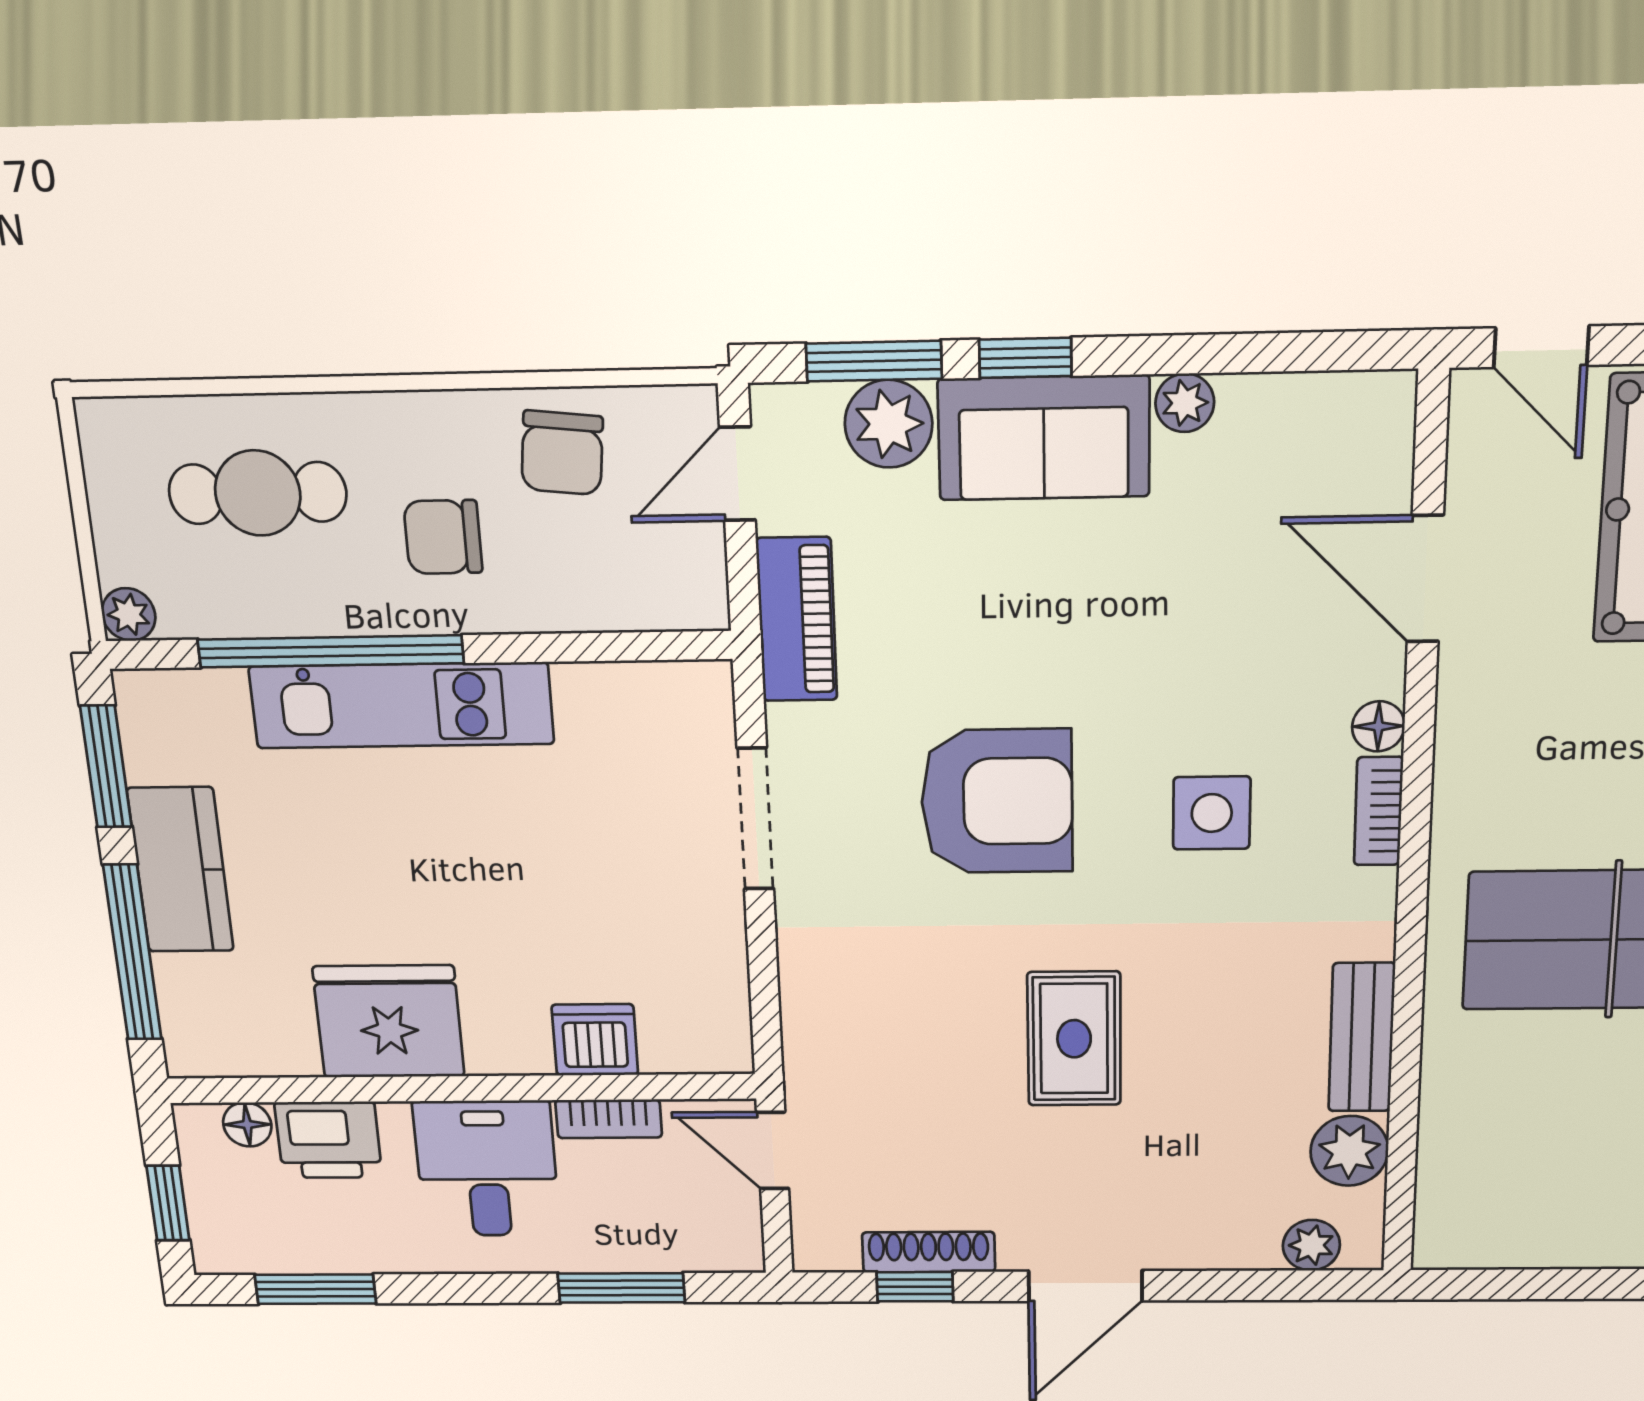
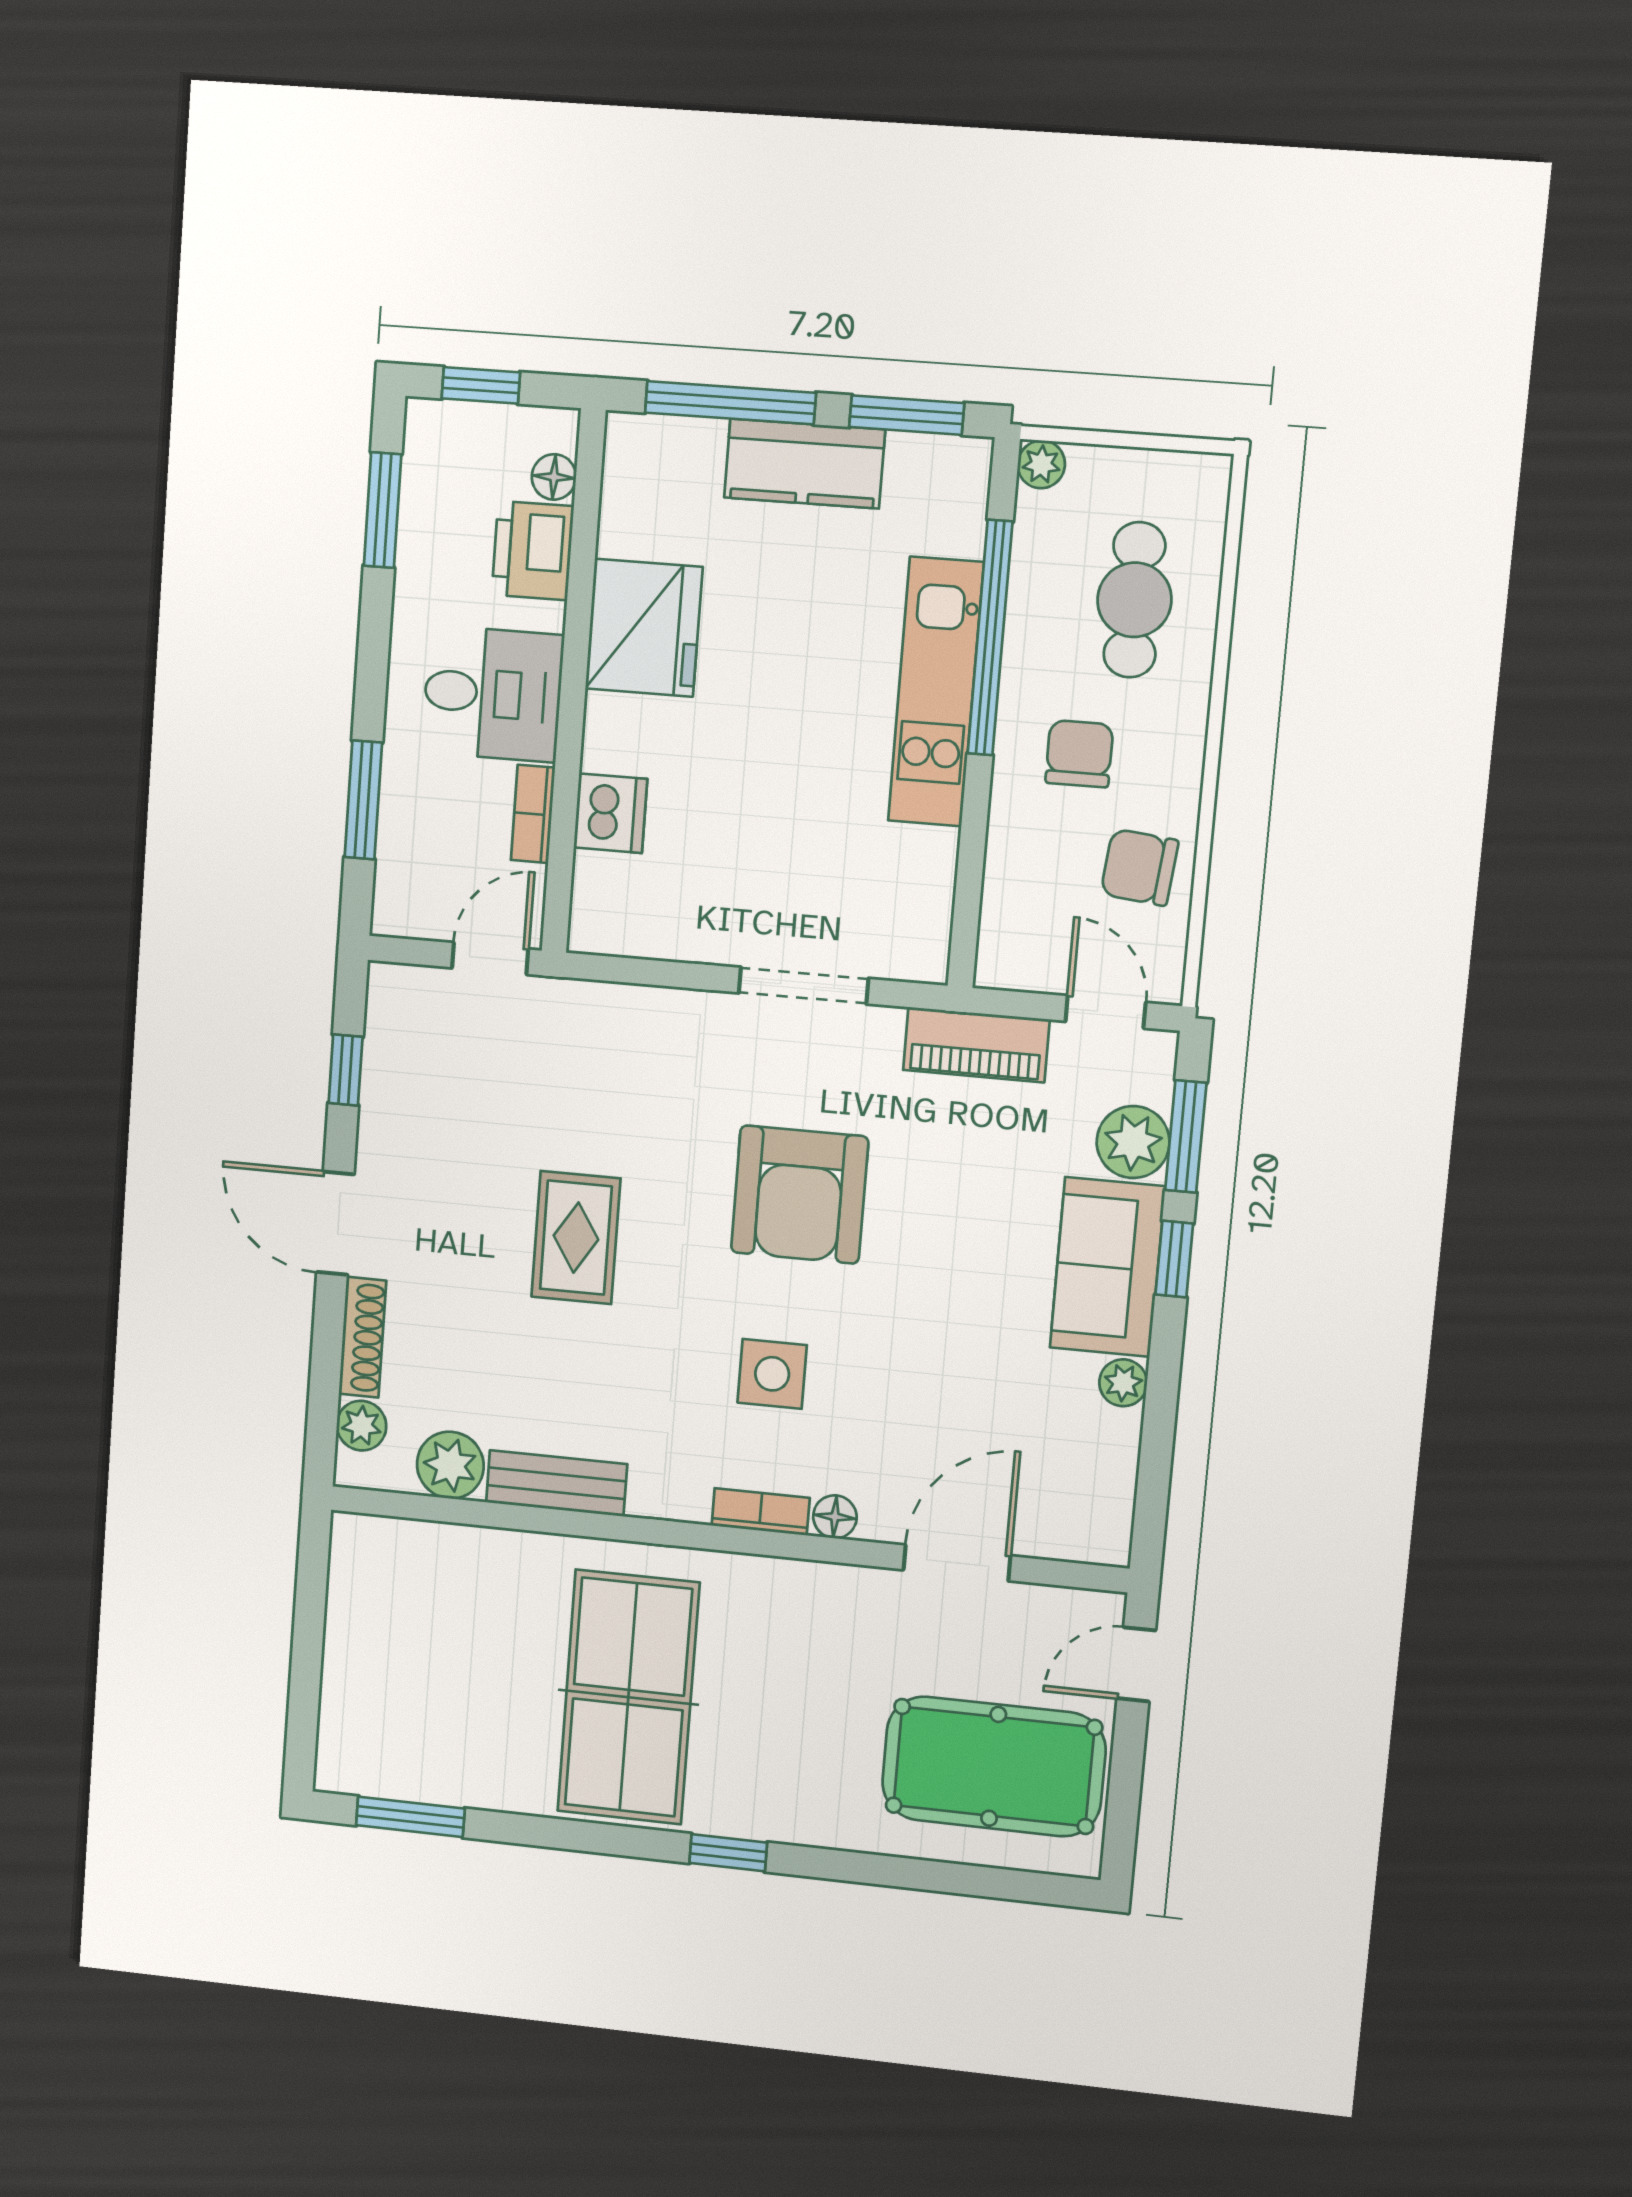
rug: (1074, 1039) -> (576, 1238), turned 90
shoe rack: (929, 1252) -> (362, 1337), moved

